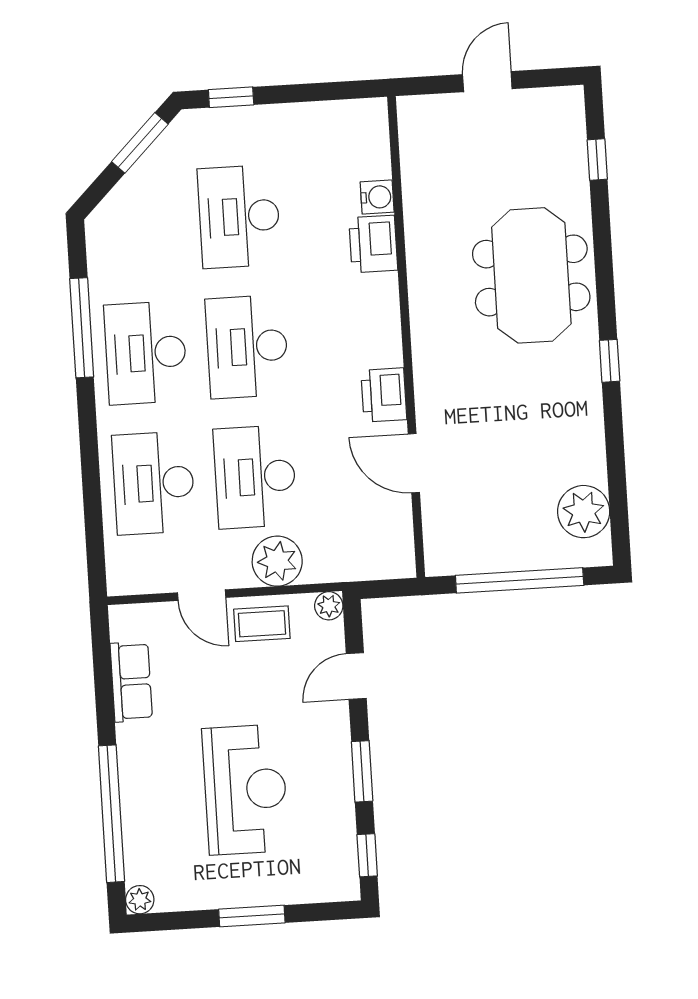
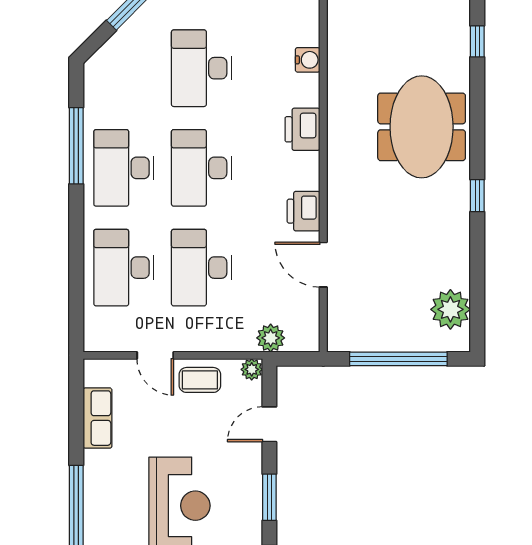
printer: (373, 244) -> (302, 129), moved
plant: (277, 561) -> (271, 338), moved, width x0.73, depth x0.73

